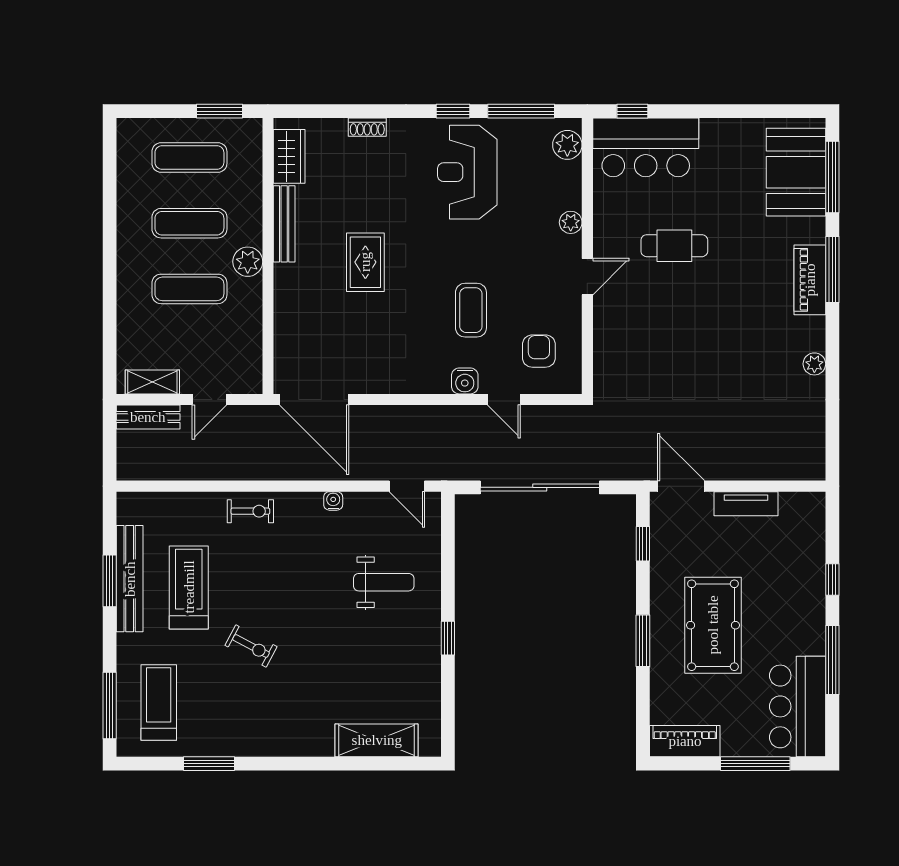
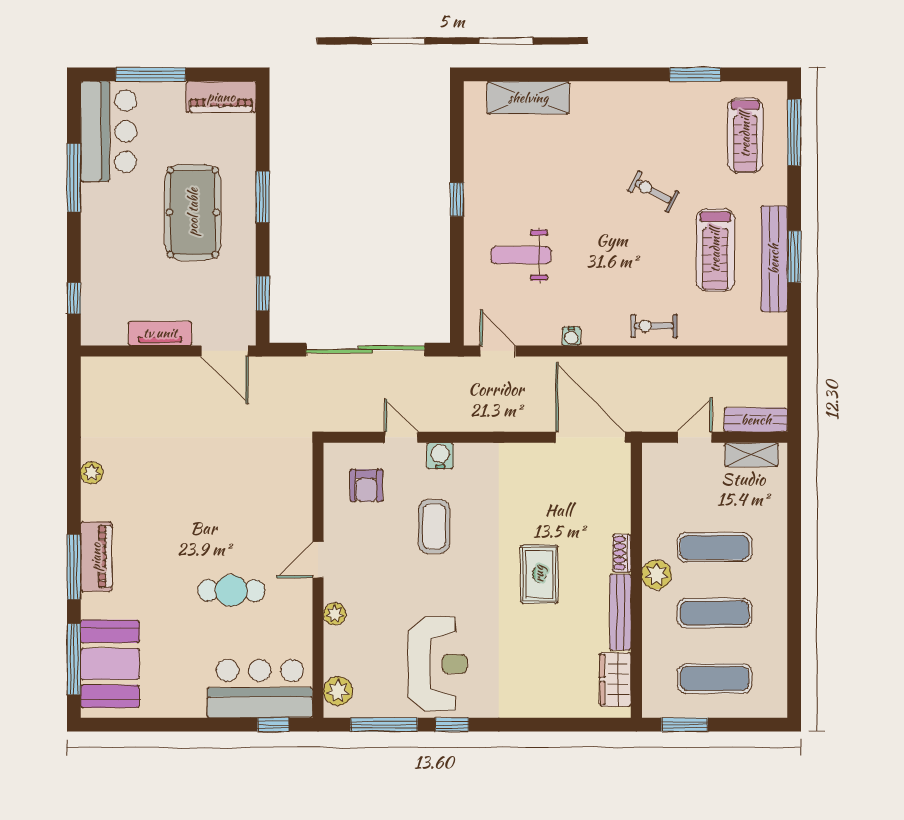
shoe rack: (367, 127) -> (622, 553), moved, turned -90
window: (832, 579) -> (74, 298), moved

